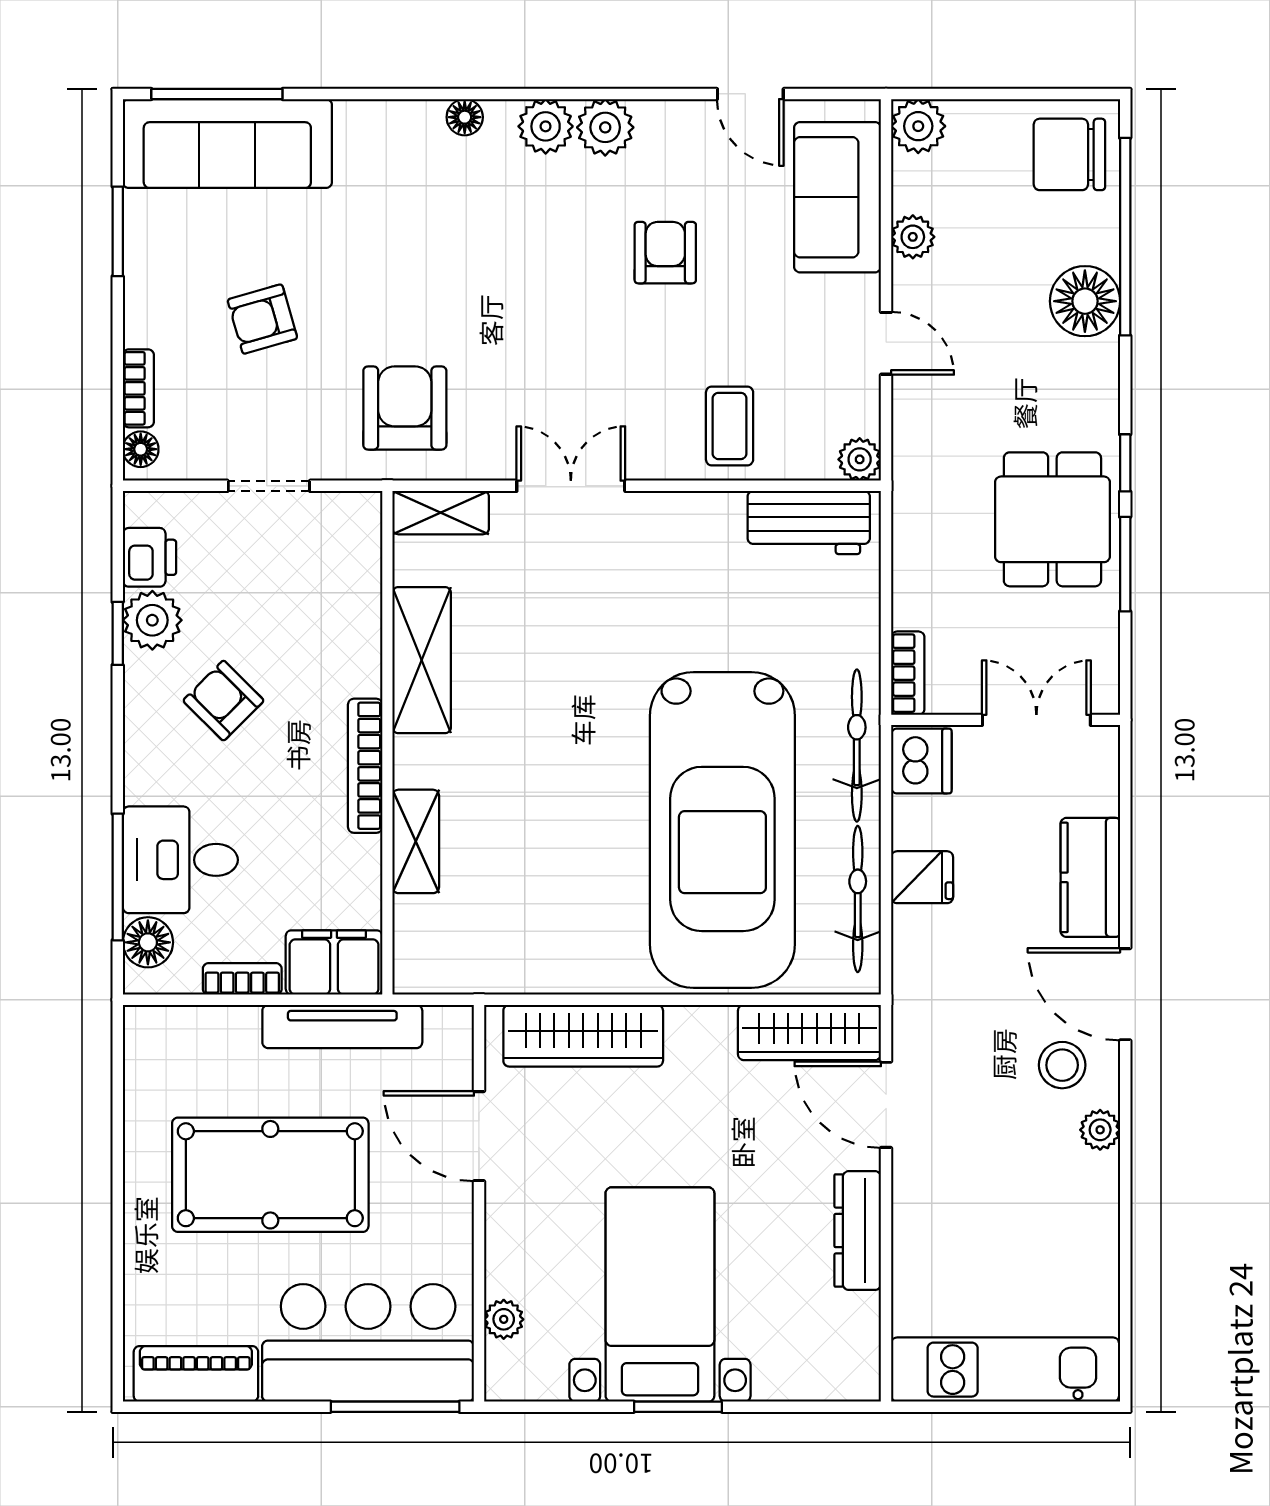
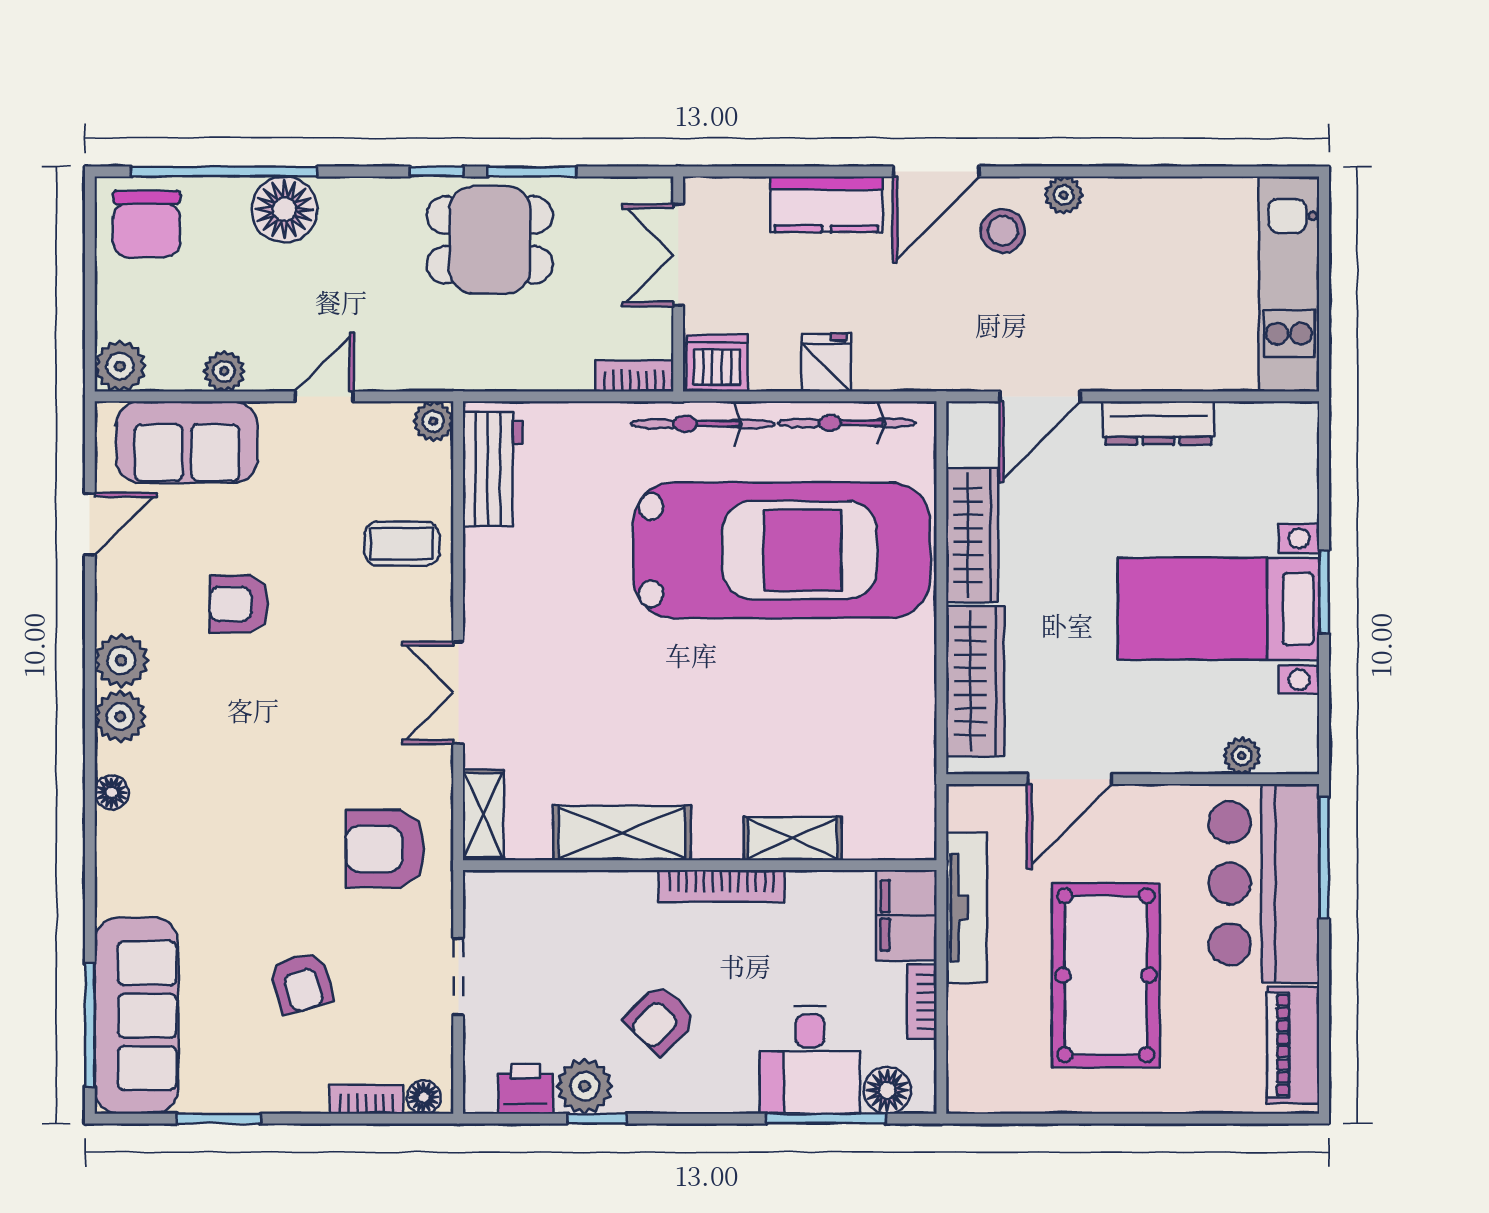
wardrobe: (809, 1032) -> (972, 535), moved

